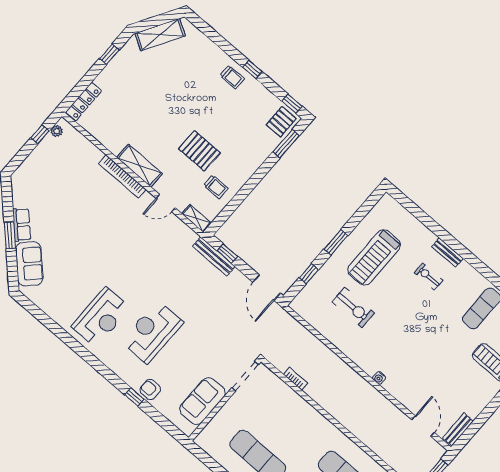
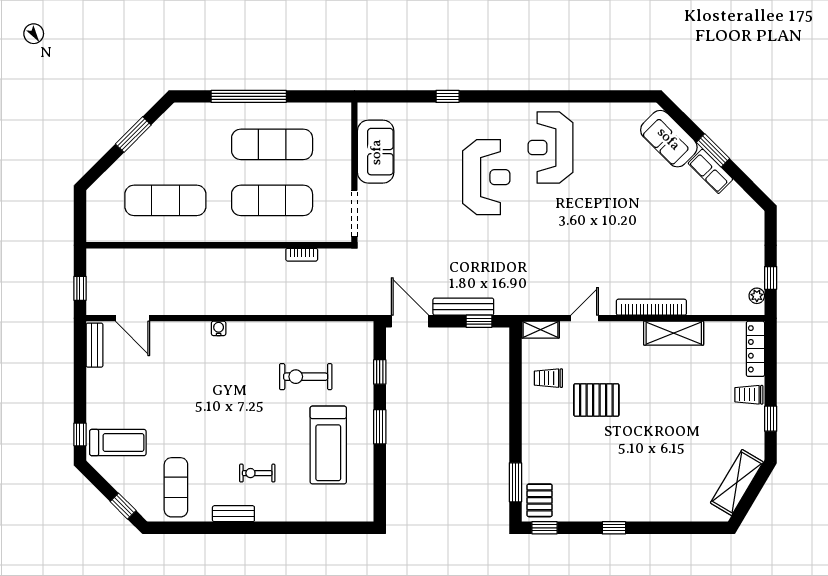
trolley: (232, 77) -> (749, 395), moved
shelving: (140, 166) -> (674, 333), moved
bench: (447, 252) -> (233, 514), moved
bench: (214, 256) -> (463, 307), moved
treadmill: (374, 257) -> (328, 445), turned 180
exercise bike: (428, 276) -> (257, 473), turned 180
armchair: (150, 389) -> (438, 118), removed
exercise mat: (286, 424) -> (272, 200), added

